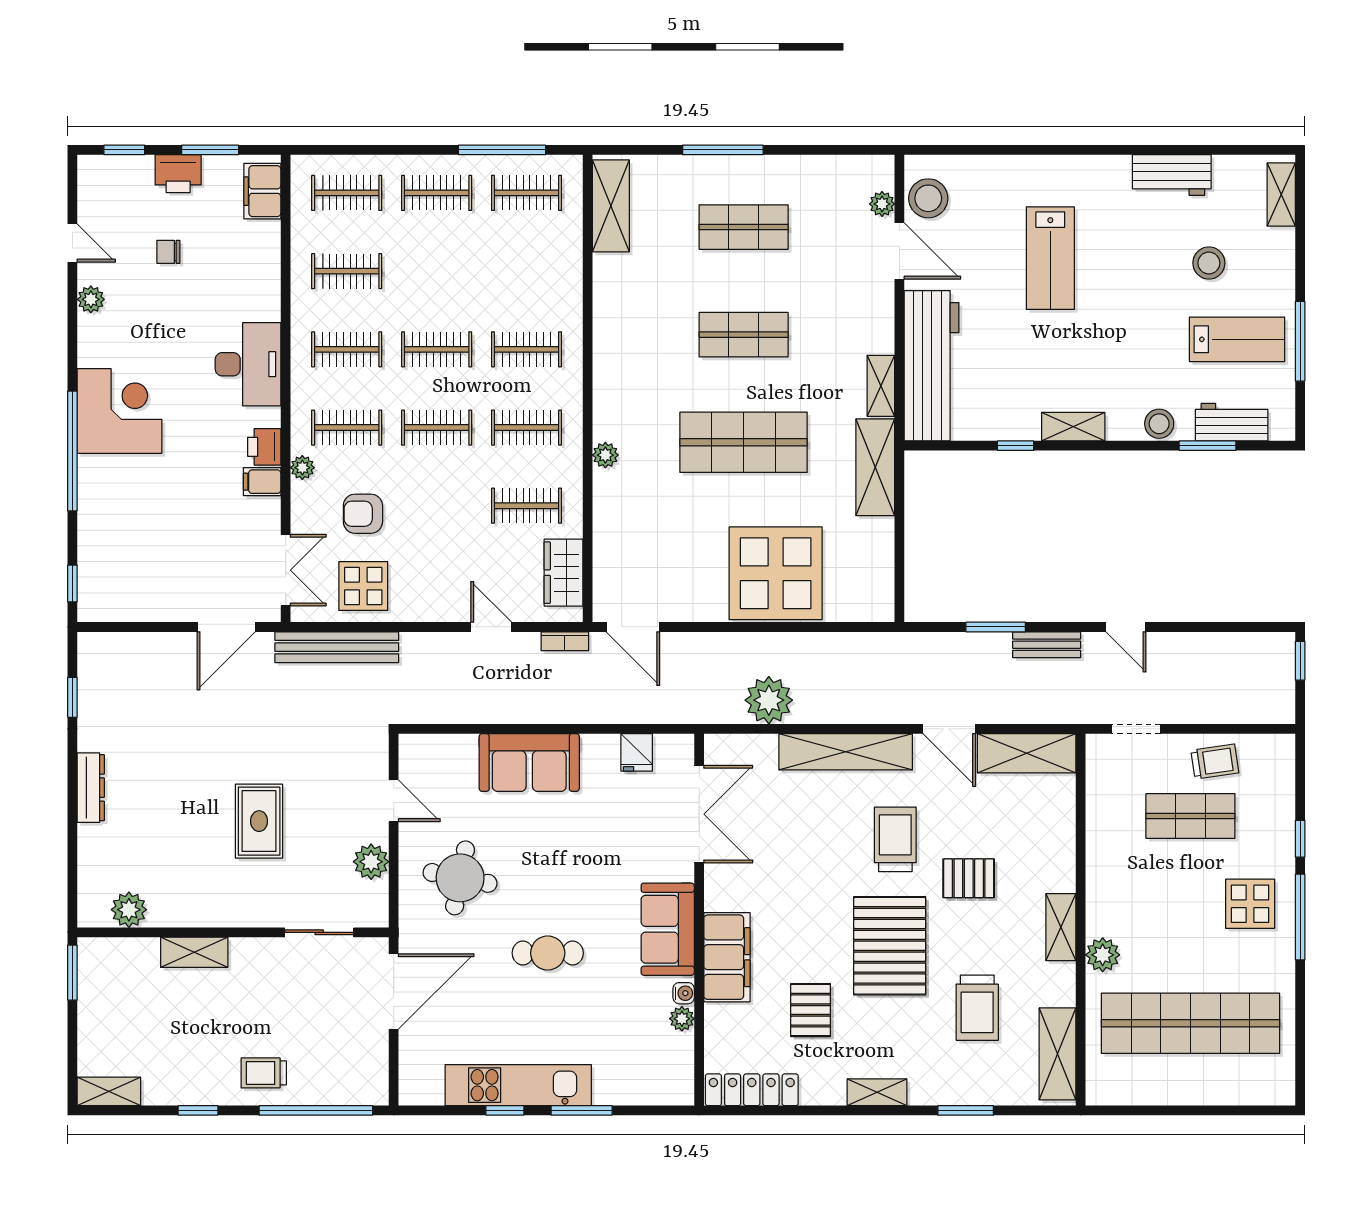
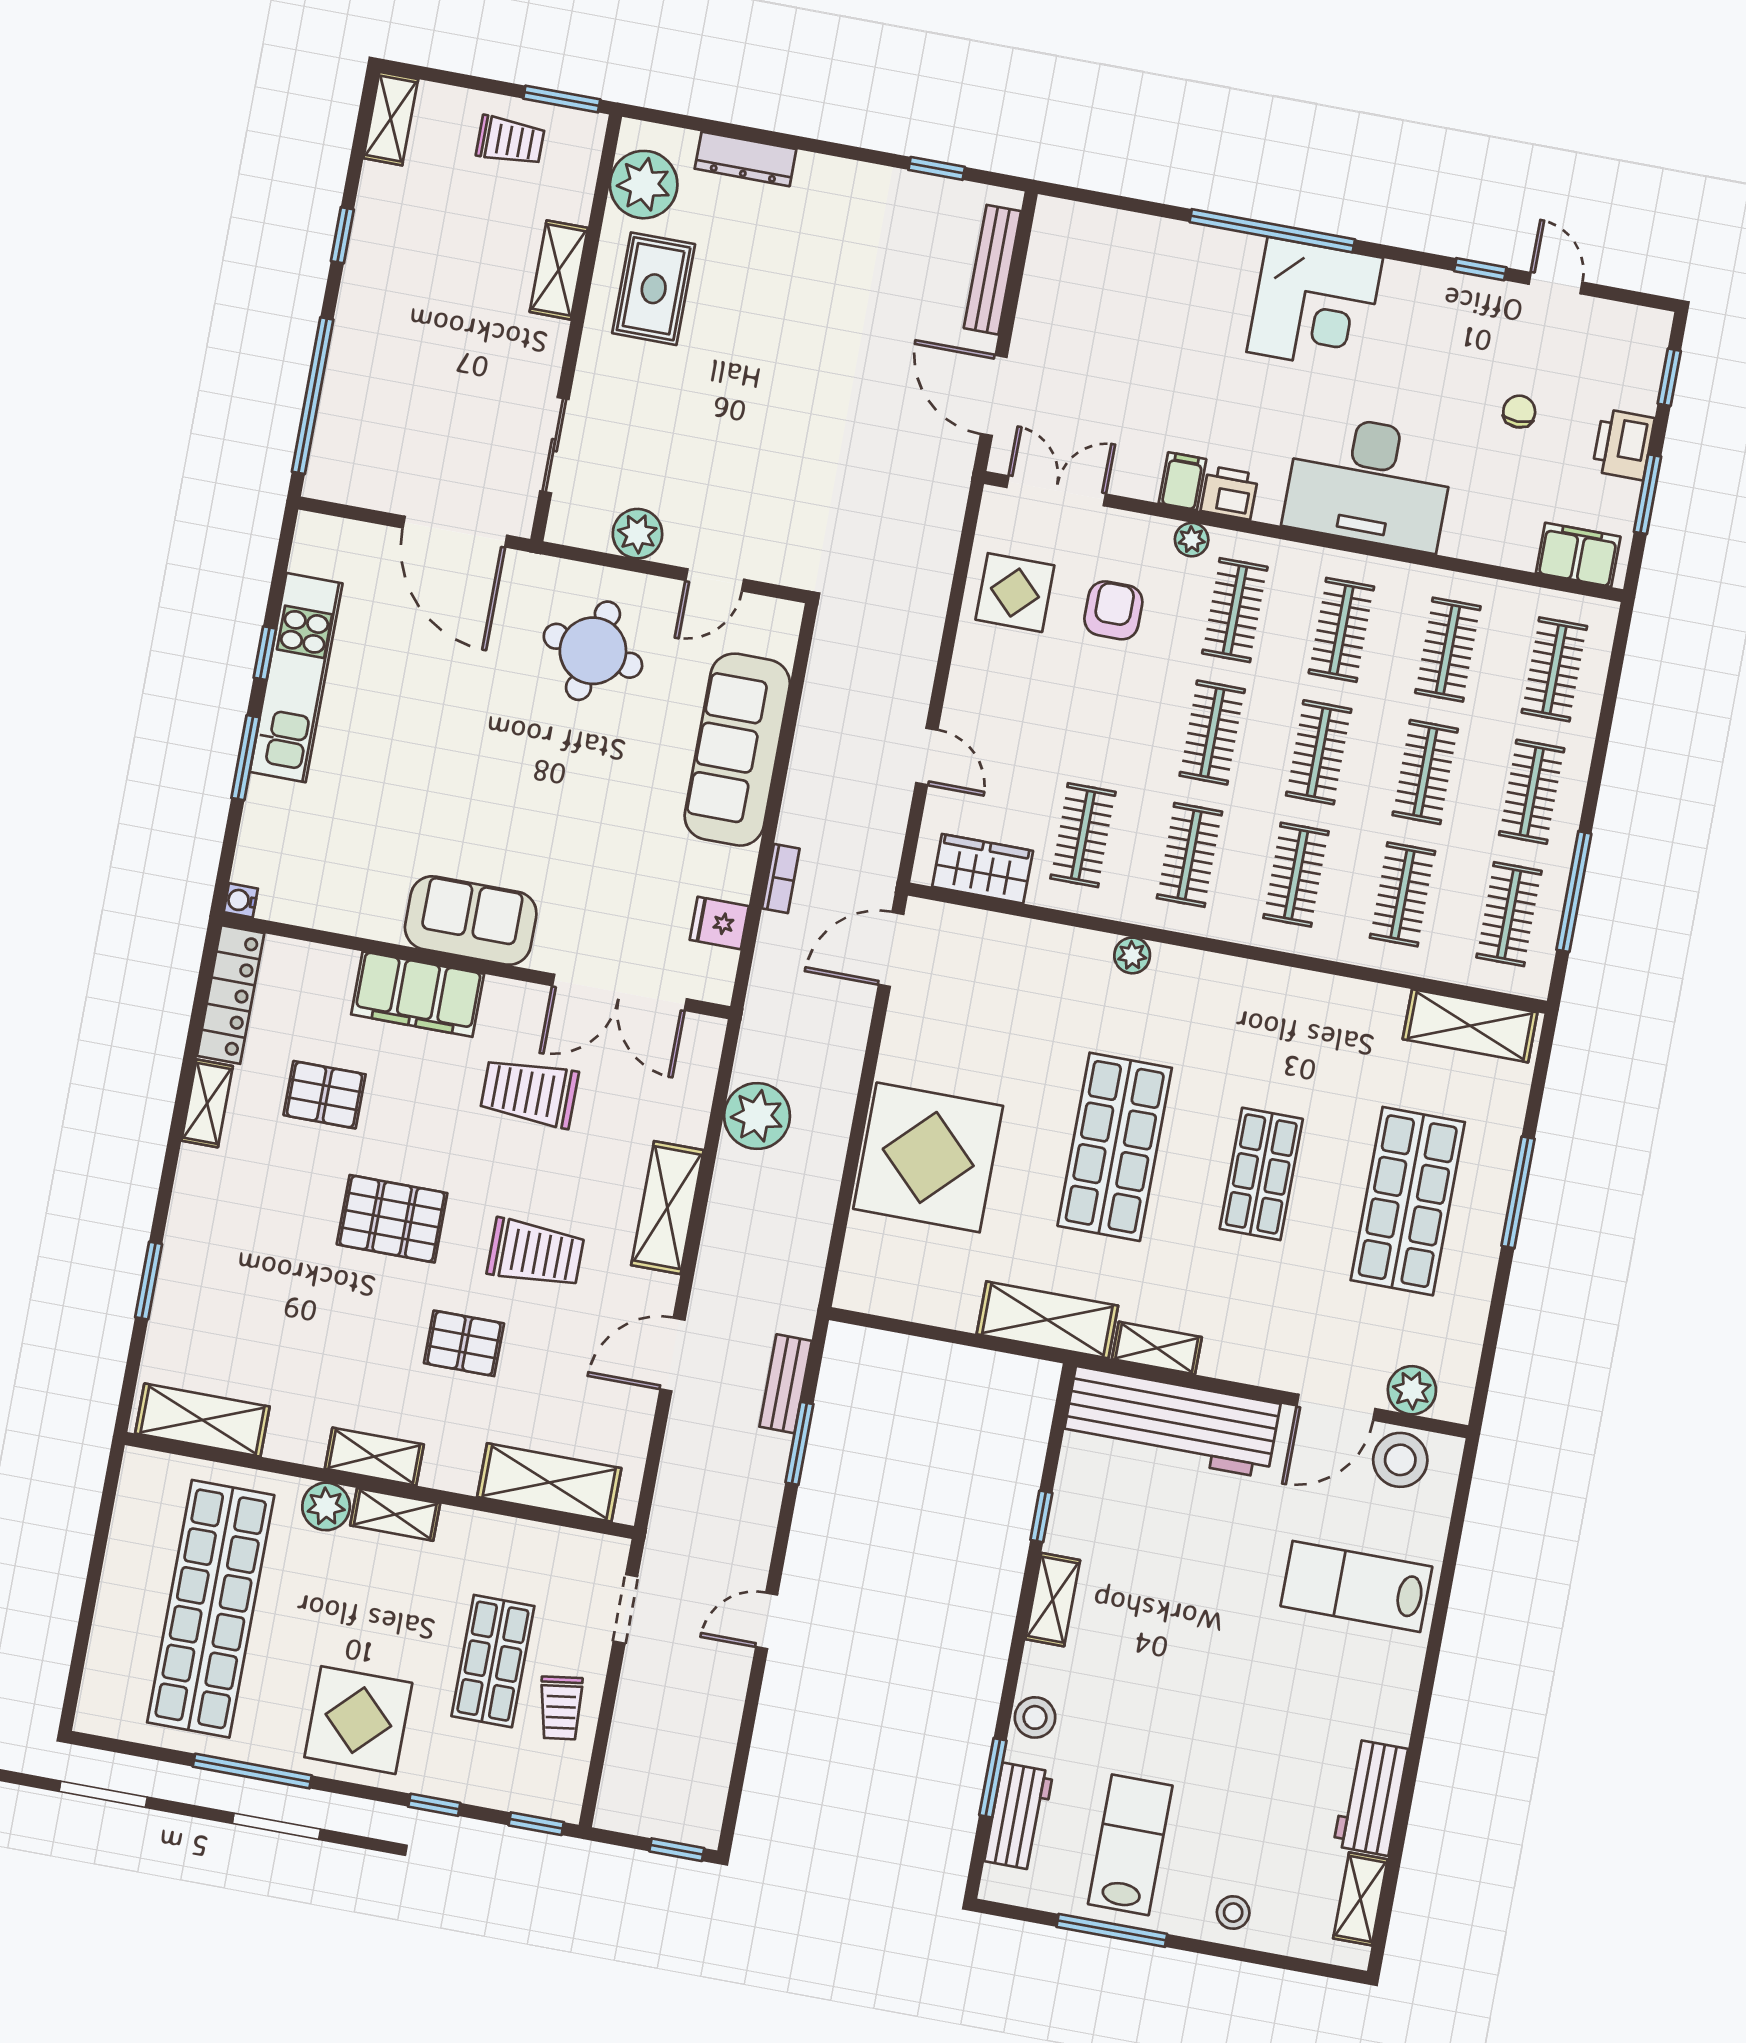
shelving: (1281, 194) -> (1360, 1899), moved, turned 90
plant: (882, 204) -> (1412, 1390), width x1.38, depth x1.38
shop shelf: (744, 227) -> (1408, 1201), width x1.43, depth x1.36
door: (72, 243) -> (1555, 283), swing flipped
lab bench: (1050, 258) -> (1356, 1586), moved
stool: (1209, 263) -> (1233, 1913), moved, width x0.73, depth x0.73
clothes rail: (437, 271) -> (1425, 772), added
clothes rail: (526, 271) -> (1402, 894), added
plant: (91, 299) -> (1474, 294), removed
lab bench: (1237, 339) -> (1130, 1845), turned 180
desk: (248, 364) -> (1369, 482), width x1.36, depth x1.30
double door: (286, 570) -> (1056, 491), swing flipped
window: (72, 584) -> (1480, 269), moved
door: (491, 627) -> (927, 756), hinge flipped
bookcase: (565, 641) -> (781, 879), moved, turned 180
bench: (1047, 645) -> (786, 1384), moved
bench: (337, 647) -> (992, 270), moved, width x0.73, depth x0.82
shelving: (846, 752) -> (667, 1208), width x0.68
shelving: (1027, 753) -> (549, 1482), moved, turned 90
sofa: (529, 762) -> (737, 750), width x1.36
window: (1300, 764) -> (536, 1824), added
dresser: (91, 788) -> (746, 159), moved
rug: (259, 821) -> (654, 289), moved, turned 90
pallet: (969, 878) -> (464, 1343), turned 90
display table: (1250, 904) -> (358, 1720), width x1.36, depth x1.36
shelving: (1099, 905) -> (395, 1514), added
plant: (129, 910) -> (644, 185), width x1.36, depth x1.36
window: (1300, 917) -> (252, 1771), moved
pallet: (890, 946) -> (392, 1219), width x0.73, depth x0.71
cafe table: (548, 953) -> (469, 751), removed
water cooler: (684, 993) -> (241, 900), moved, turned 90
trolley: (977, 1008) -> (529, 1092), moved
plant: (682, 1019) -> (345, 917), removed
trolley: (264, 1073) -> (510, 141), moved, turned 90
shelving: (877, 1092) -> (207, 1103), moved

